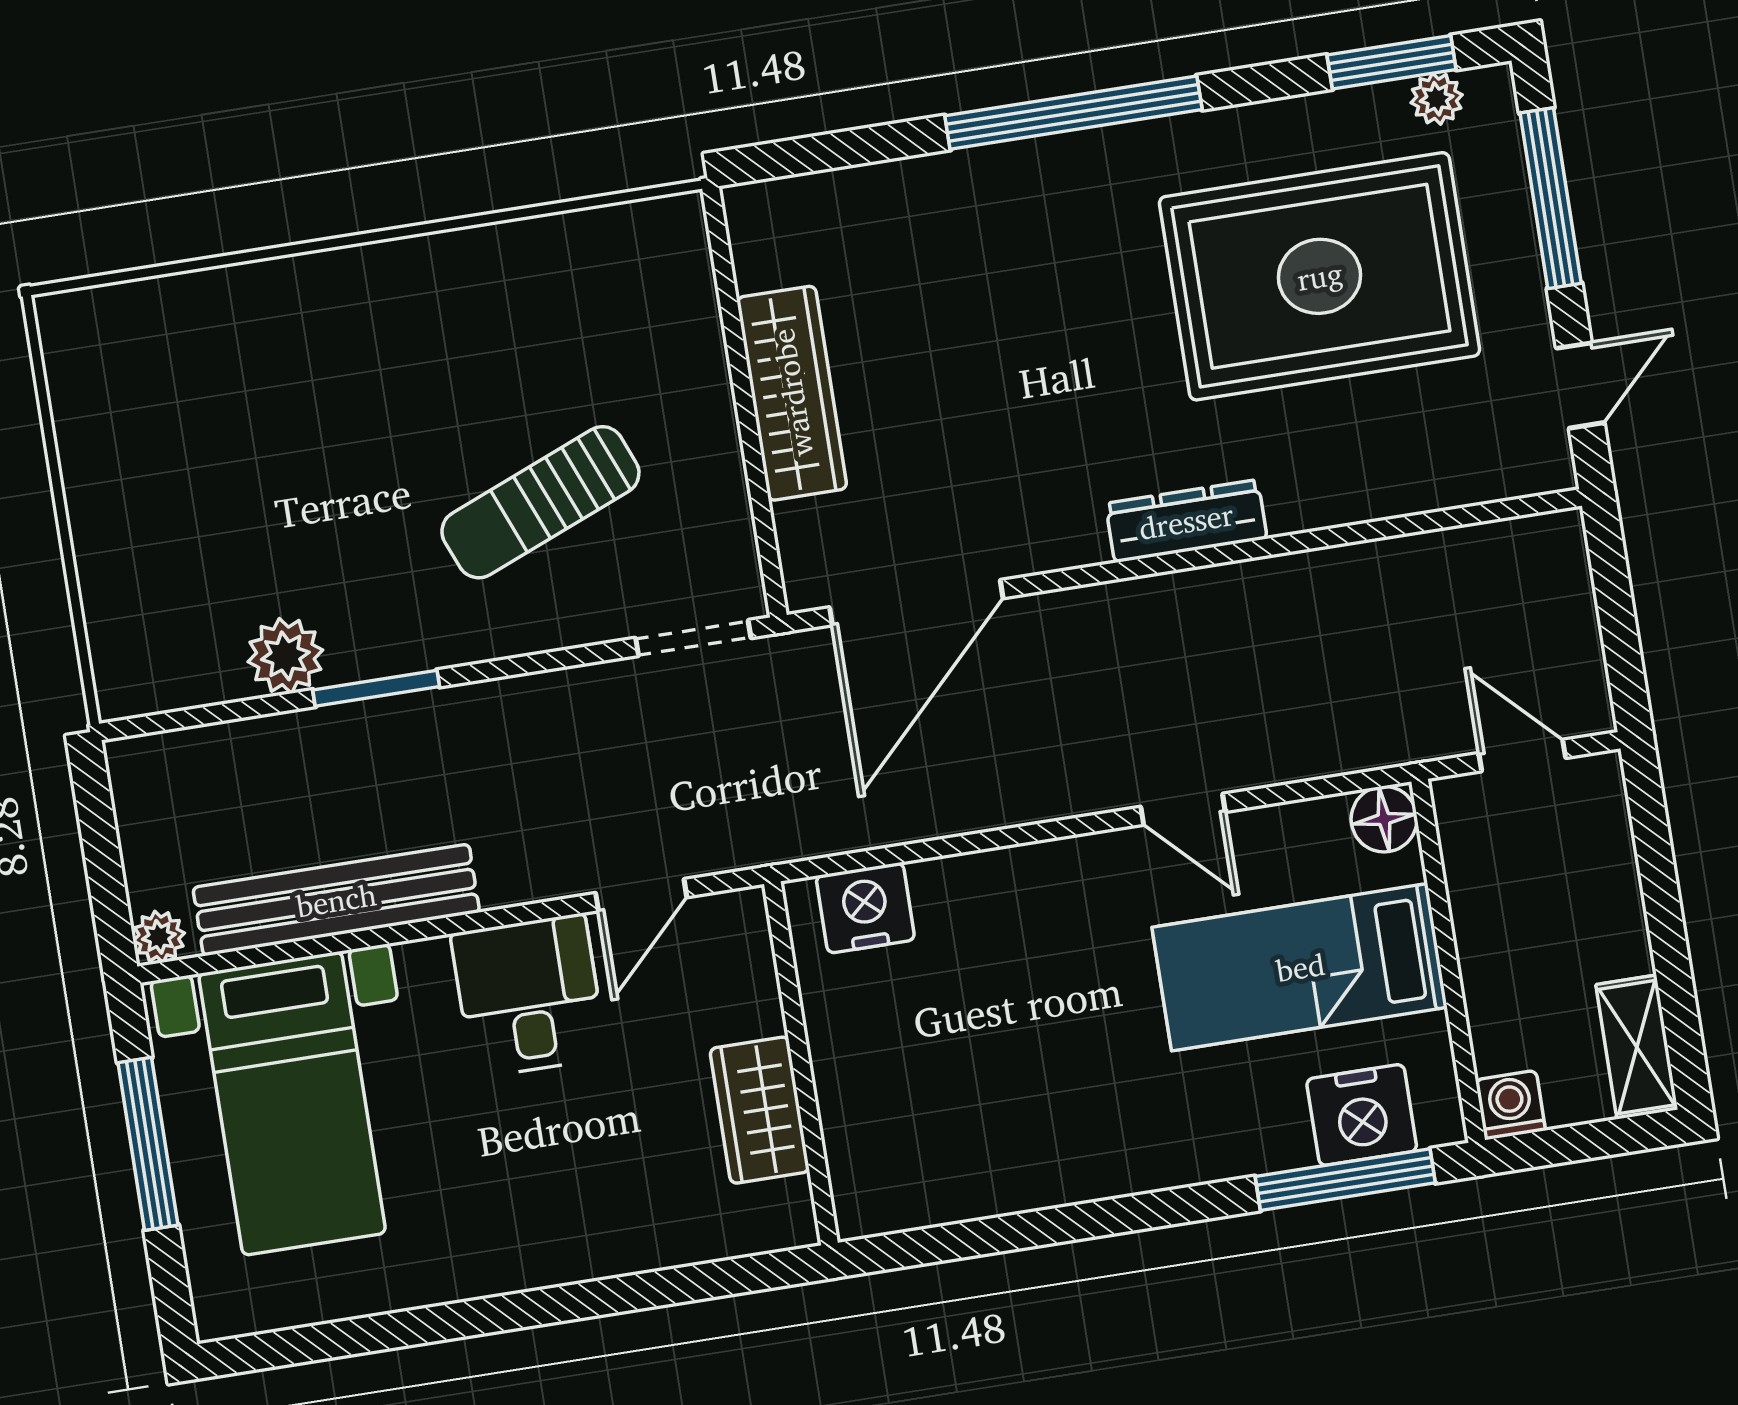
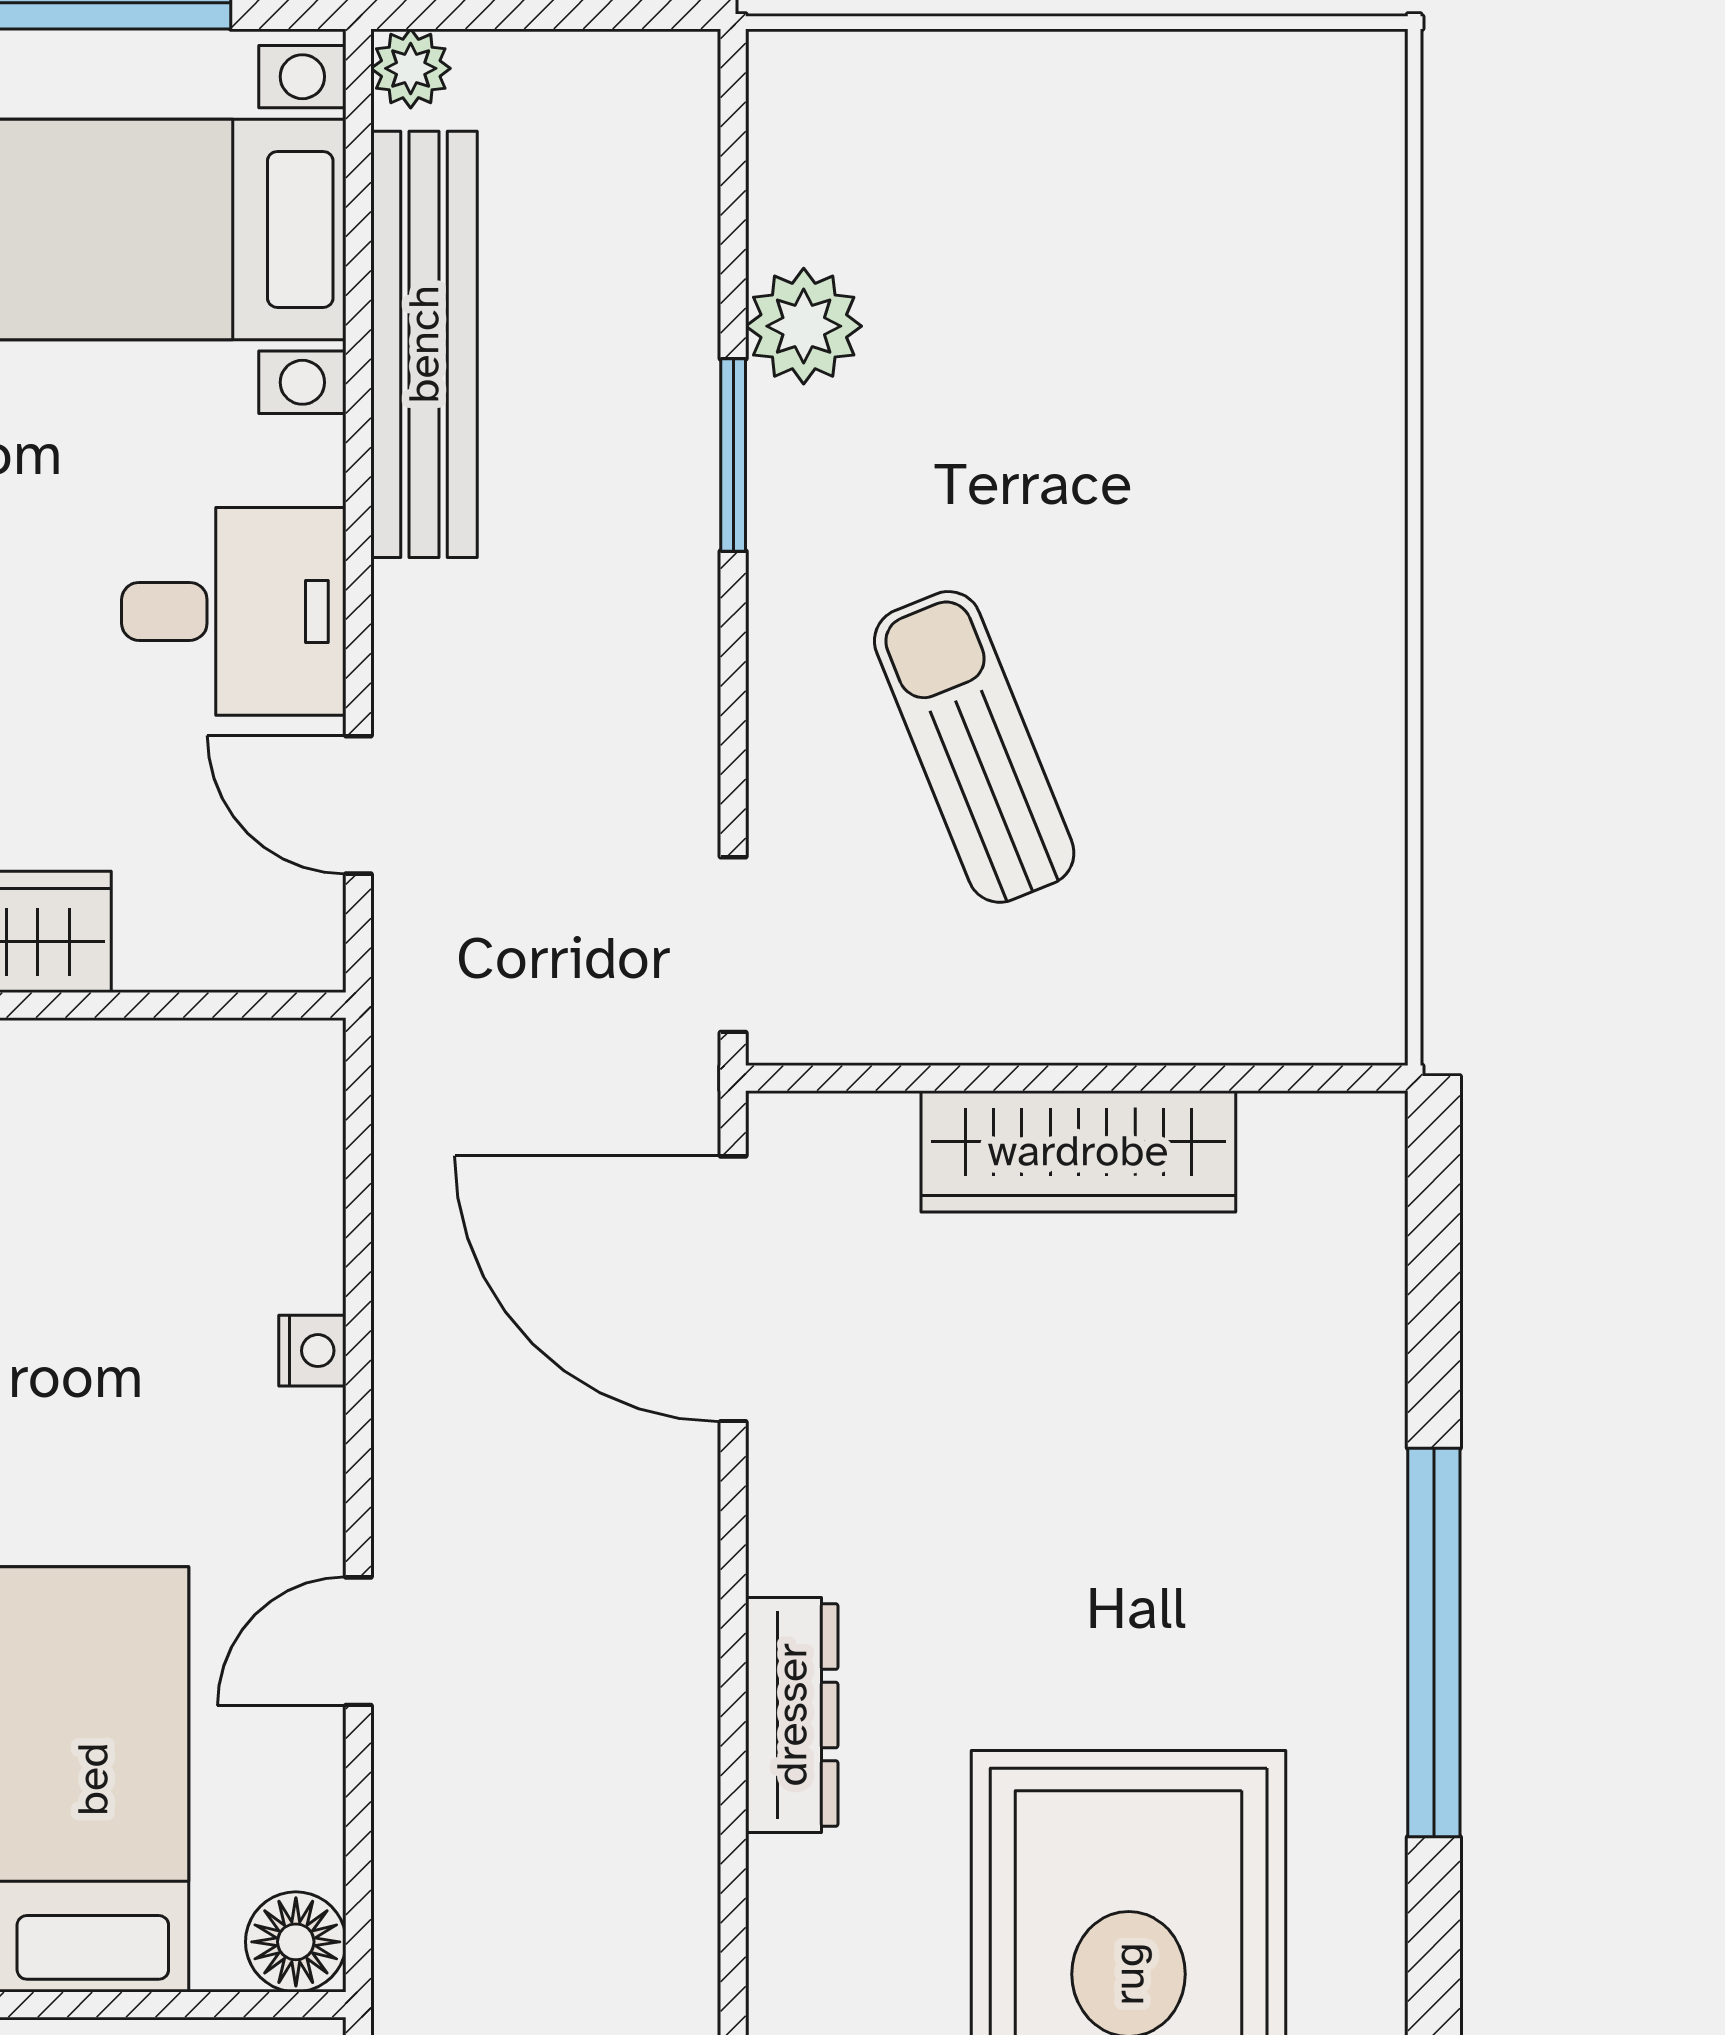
nightstand: (865, 908) -> (312, 1351), moved, width x0.53, depth x0.56

